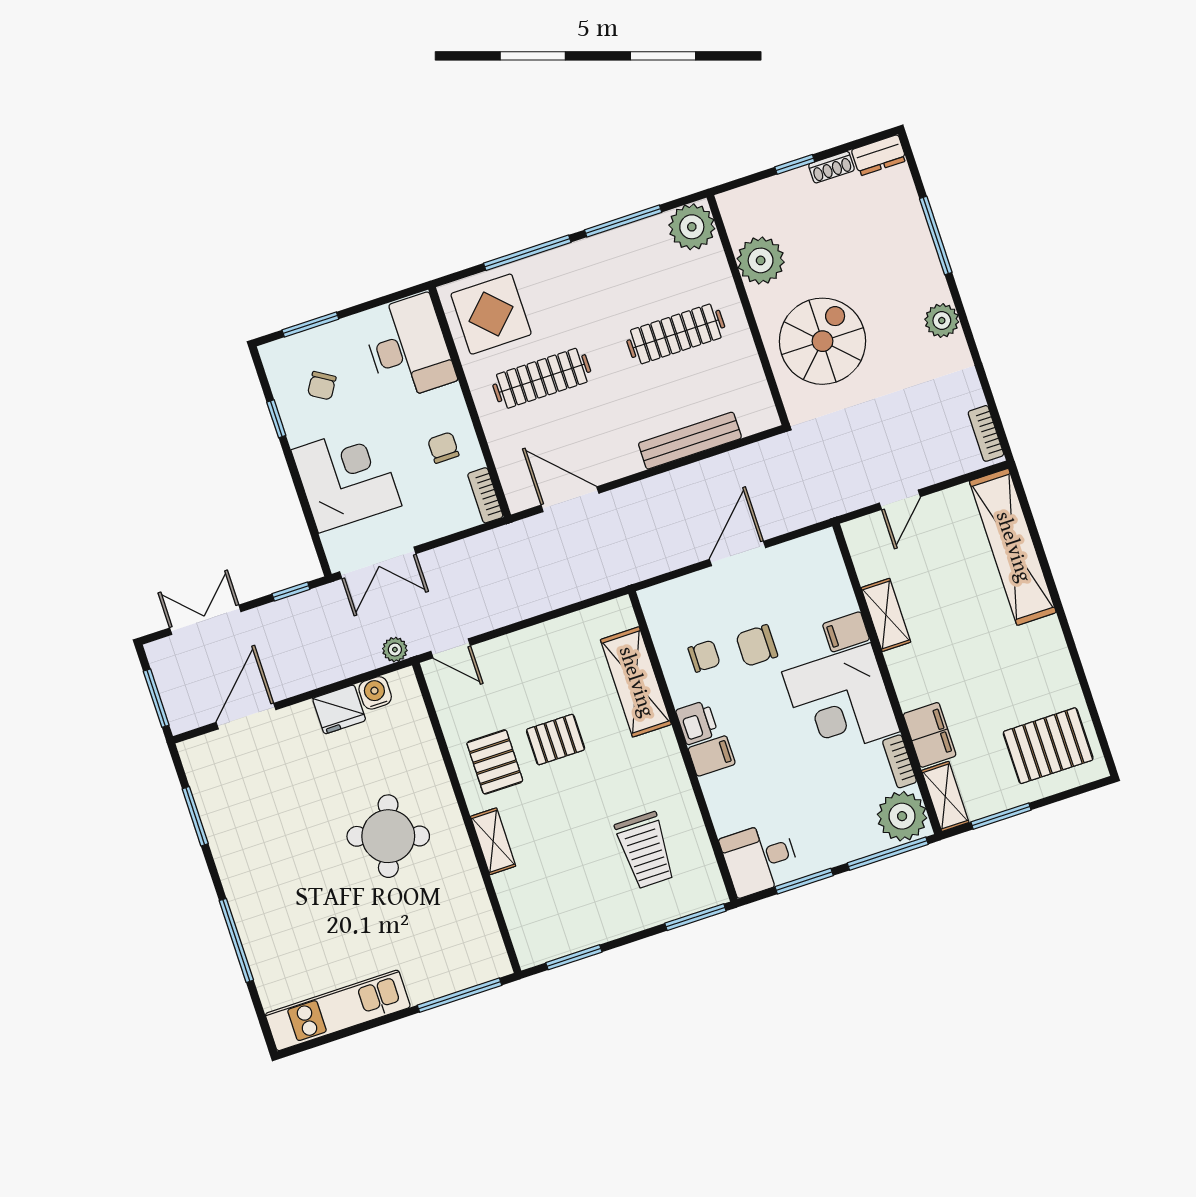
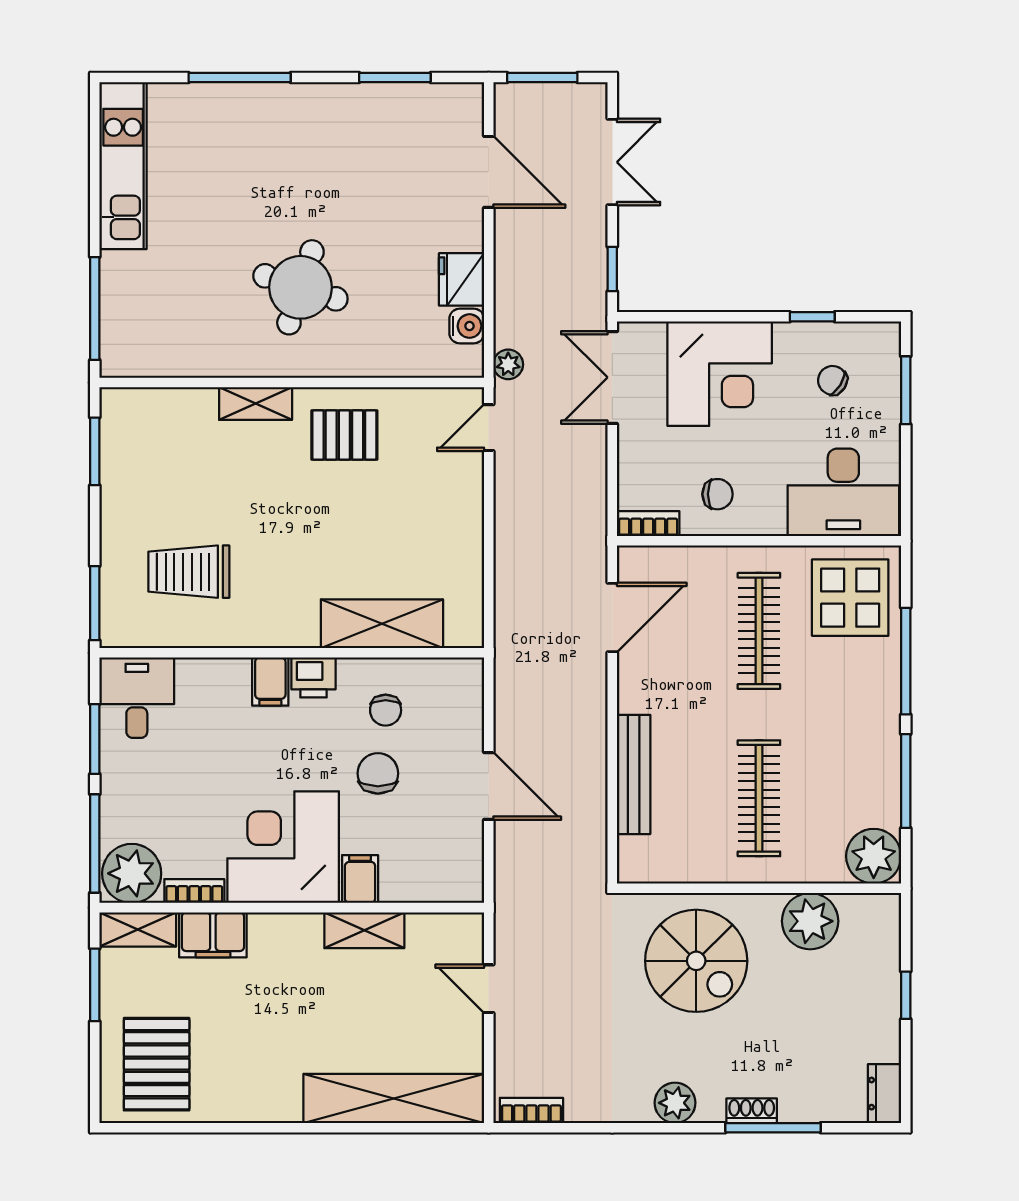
shoe rack: (831, 167) -> (752, 1111), moved, turned 90
pallet: (556, 740) -> (347, 512), removed

